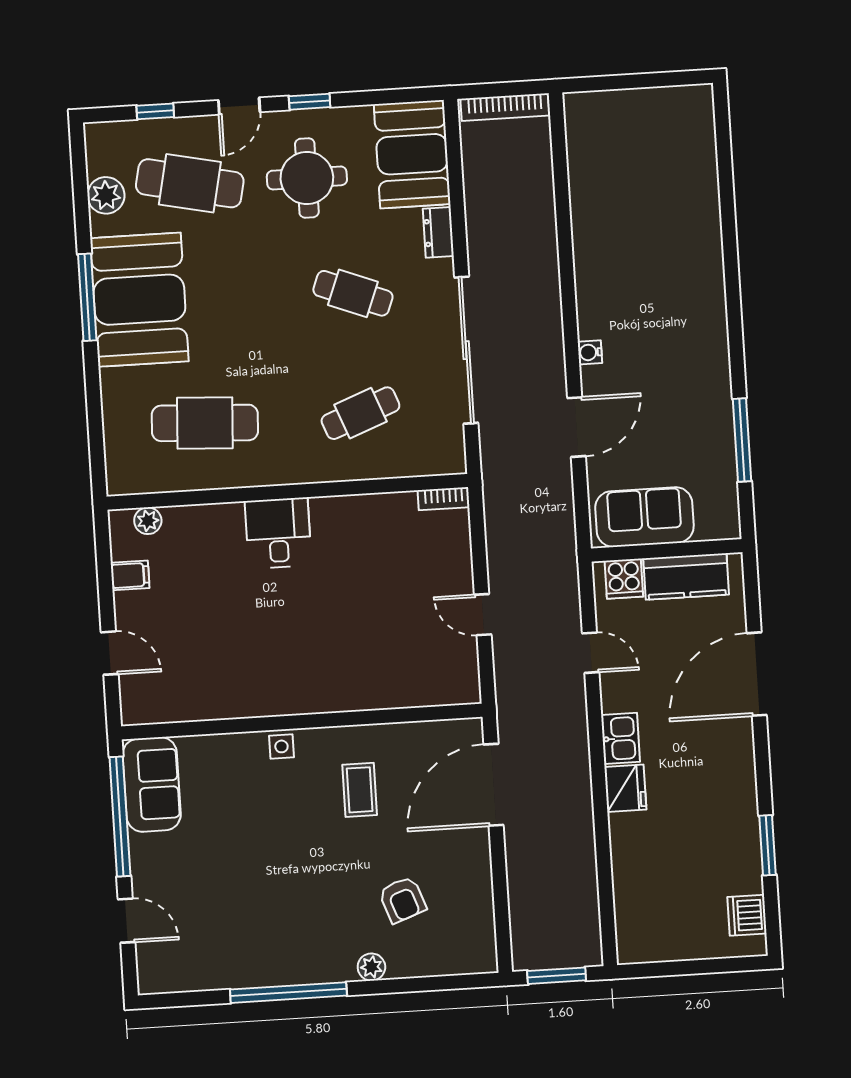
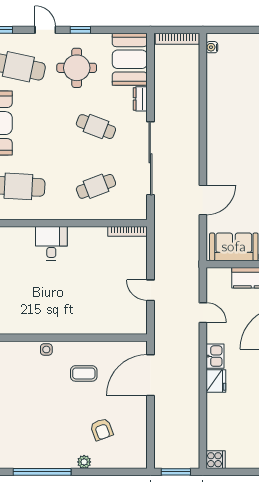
door: (239, 106) -> (45, 30), swing flipped
water cooler: (590, 352) -> (212, 47), moved
bookcase: (444, 499) -> (128, 231), width x1.56
cooker: (624, 579) -> (216, 460), moved, turned -90
coffee table: (360, 790) -> (84, 373), turned 90

